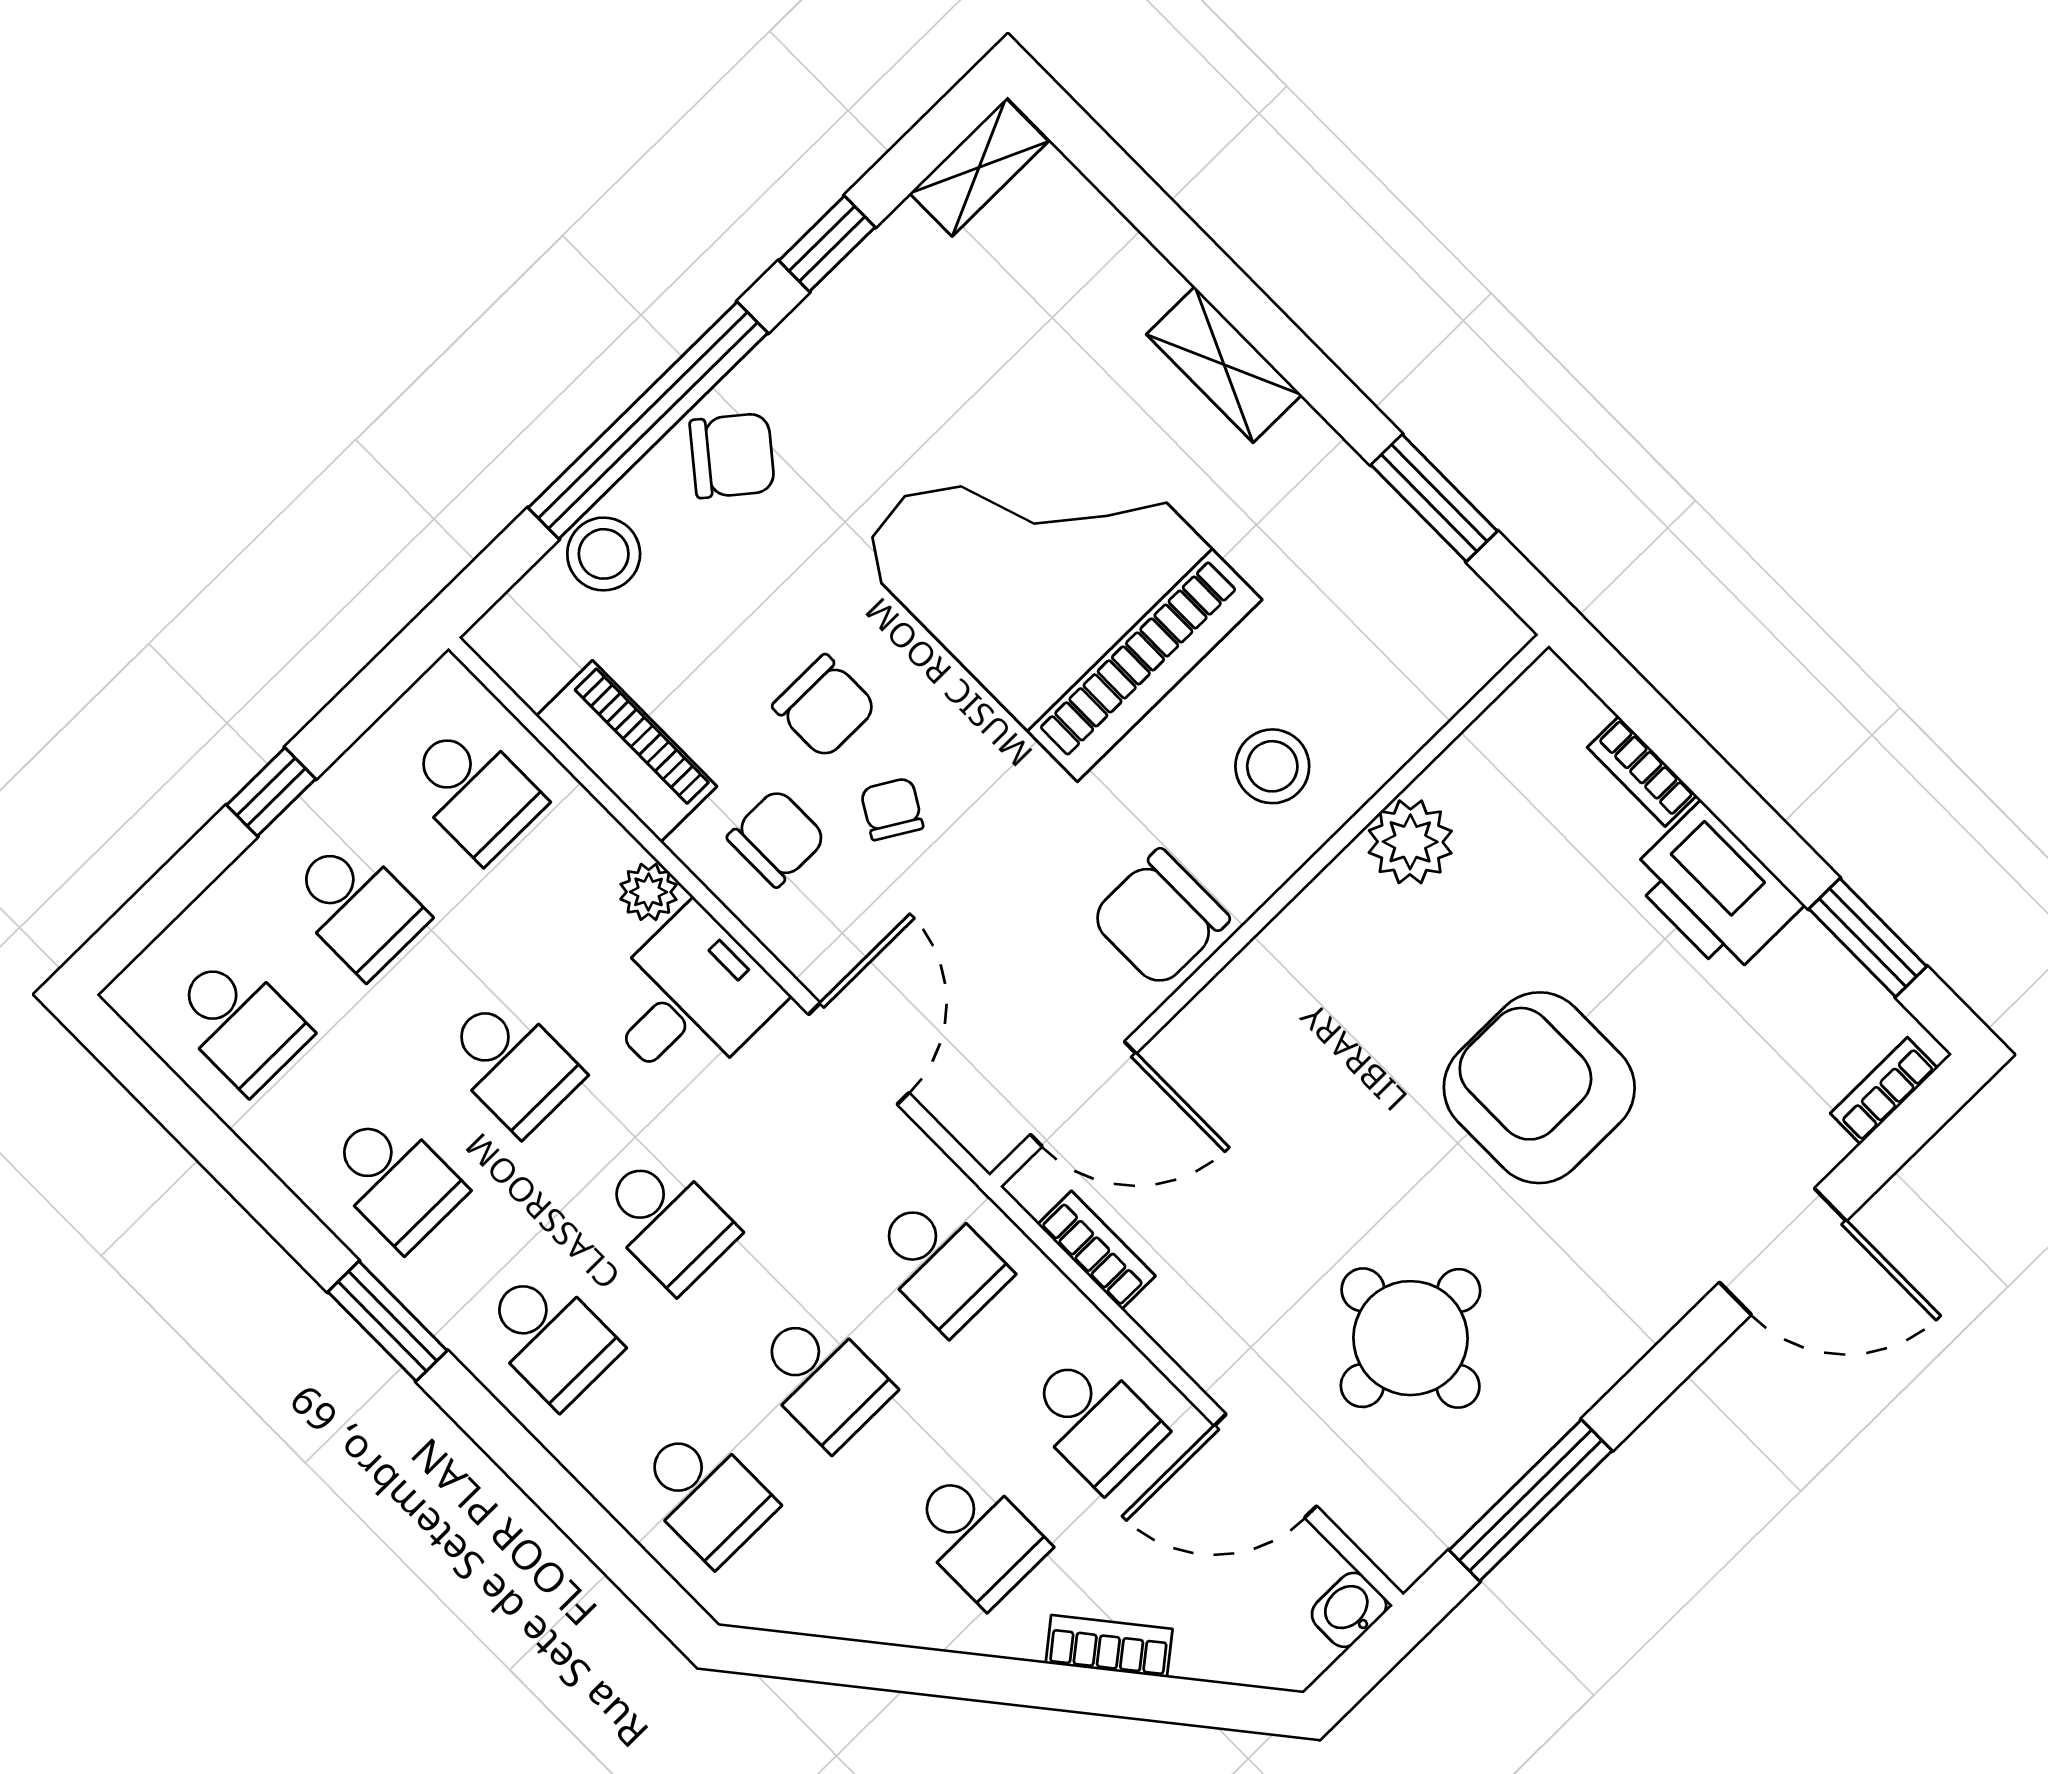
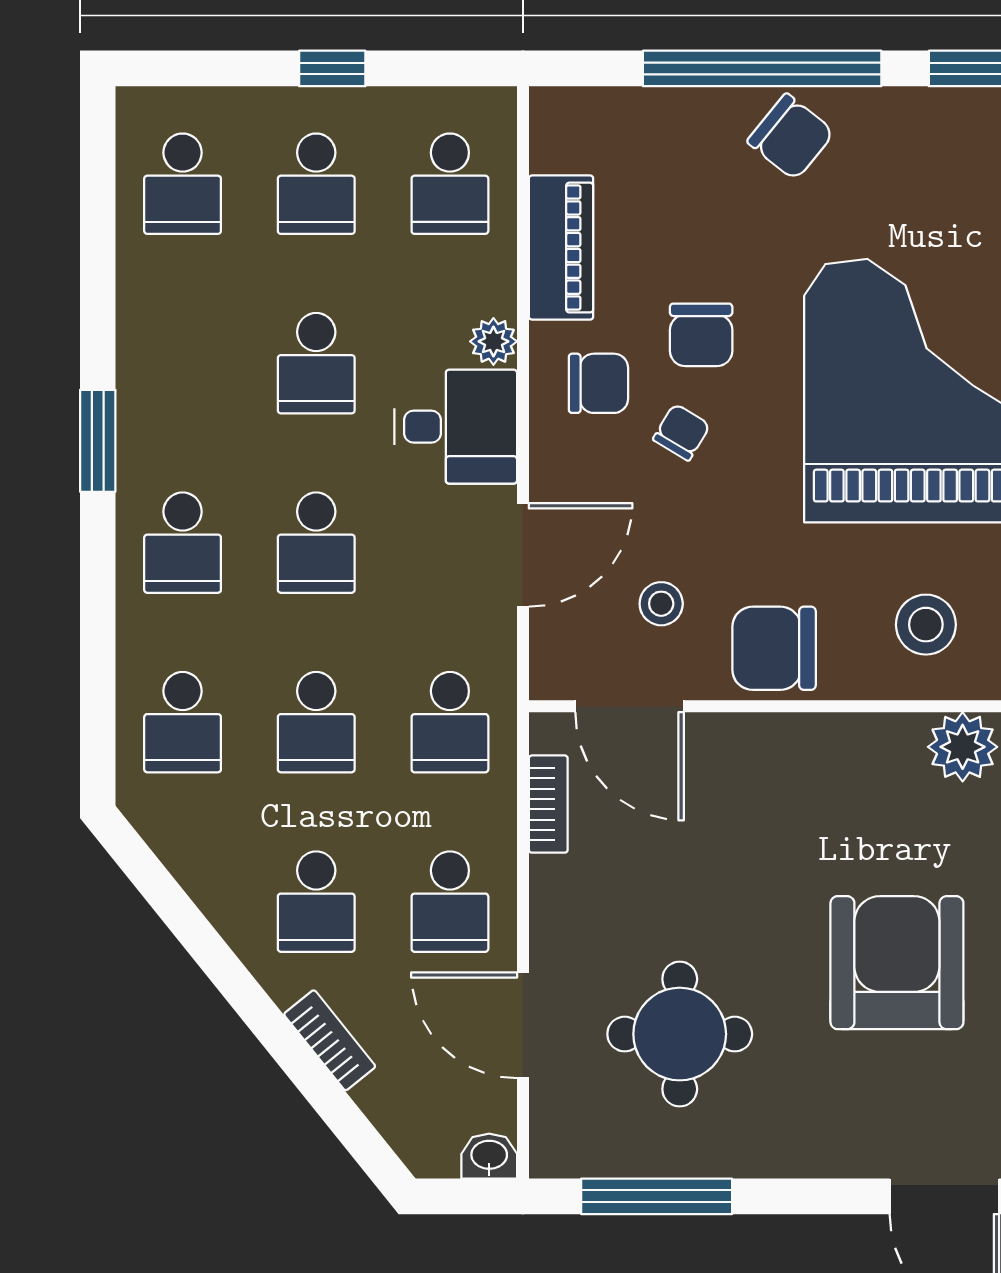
stool: (604, 554) -> (661, 604), moved, width x0.73, depth x0.73
school desk: (395, 1180) -> (183, 363), removed

